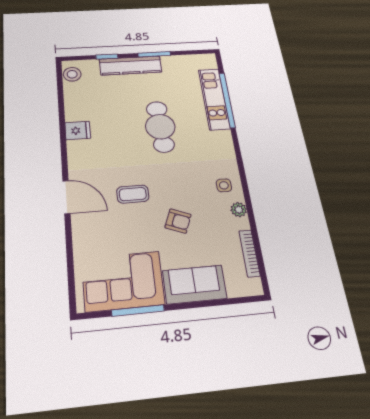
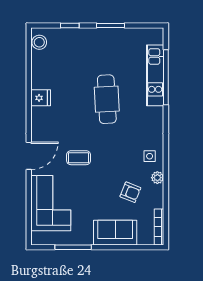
kitchen counter: (131, 66) -> (89, 36), removed
door: (66, 197) -> (29, 156), hinge flipped
armchair: (178, 221) -> (130, 192), moved
bookcase: (249, 253) -> (159, 227), moved
corner sofa: (123, 281) -> (51, 203), moved, turned 90

